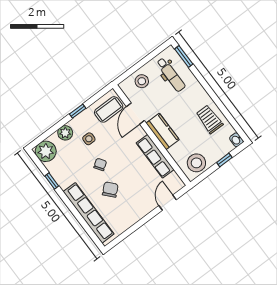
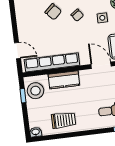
kitchen counter: (163, 131) -> (64, 80), moved
row of seats: (155, 156) -> (52, 62), width x1.36
window: (224, 160) -> (23, 96), moved

